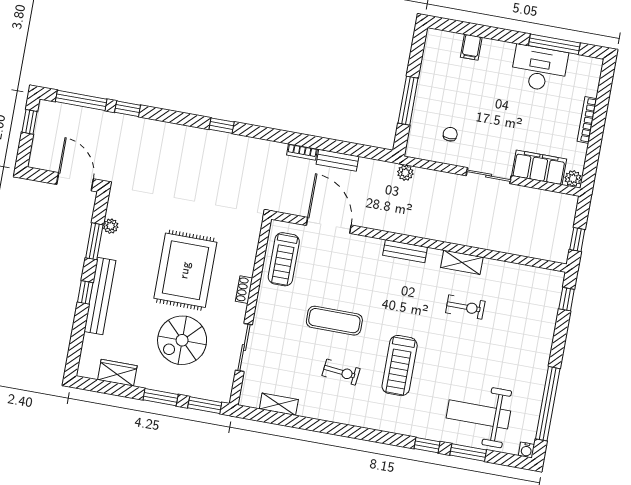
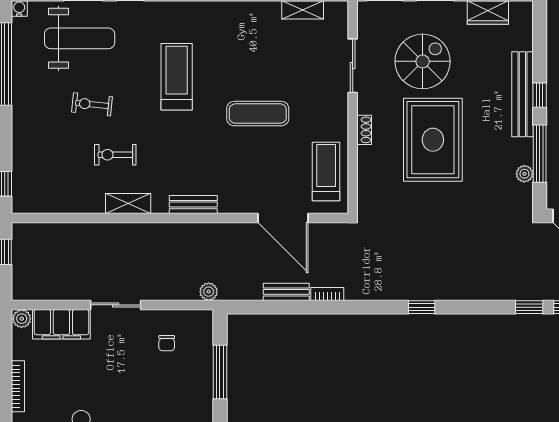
window: (94, 241) -> (540, 154), width x1.44
exercise bike: (341, 372) -> (92, 104), moved

